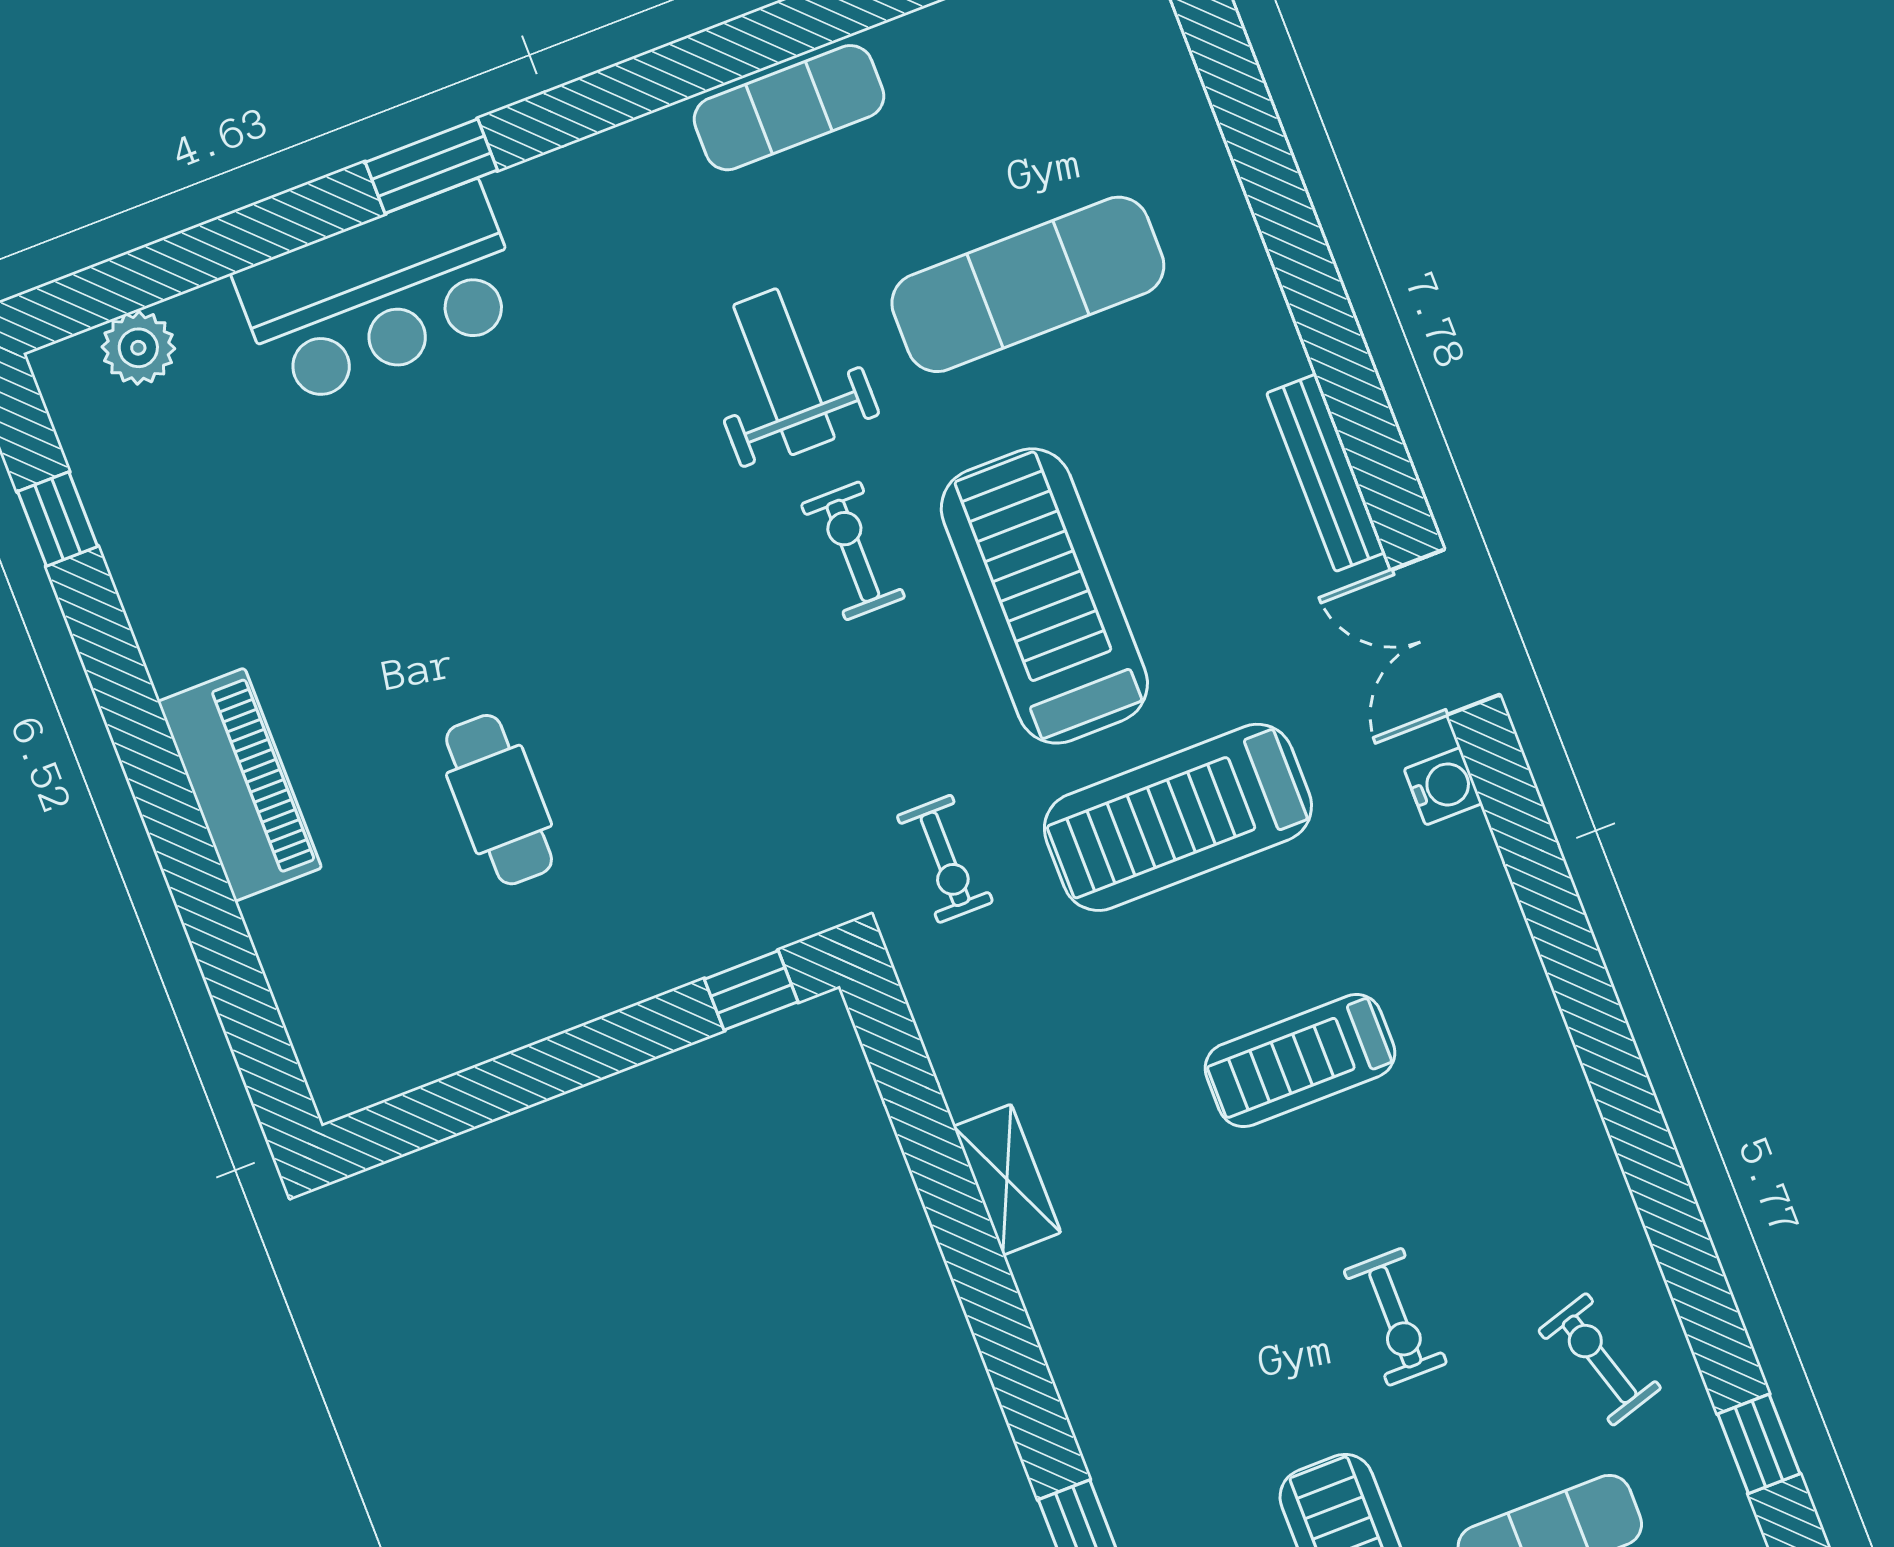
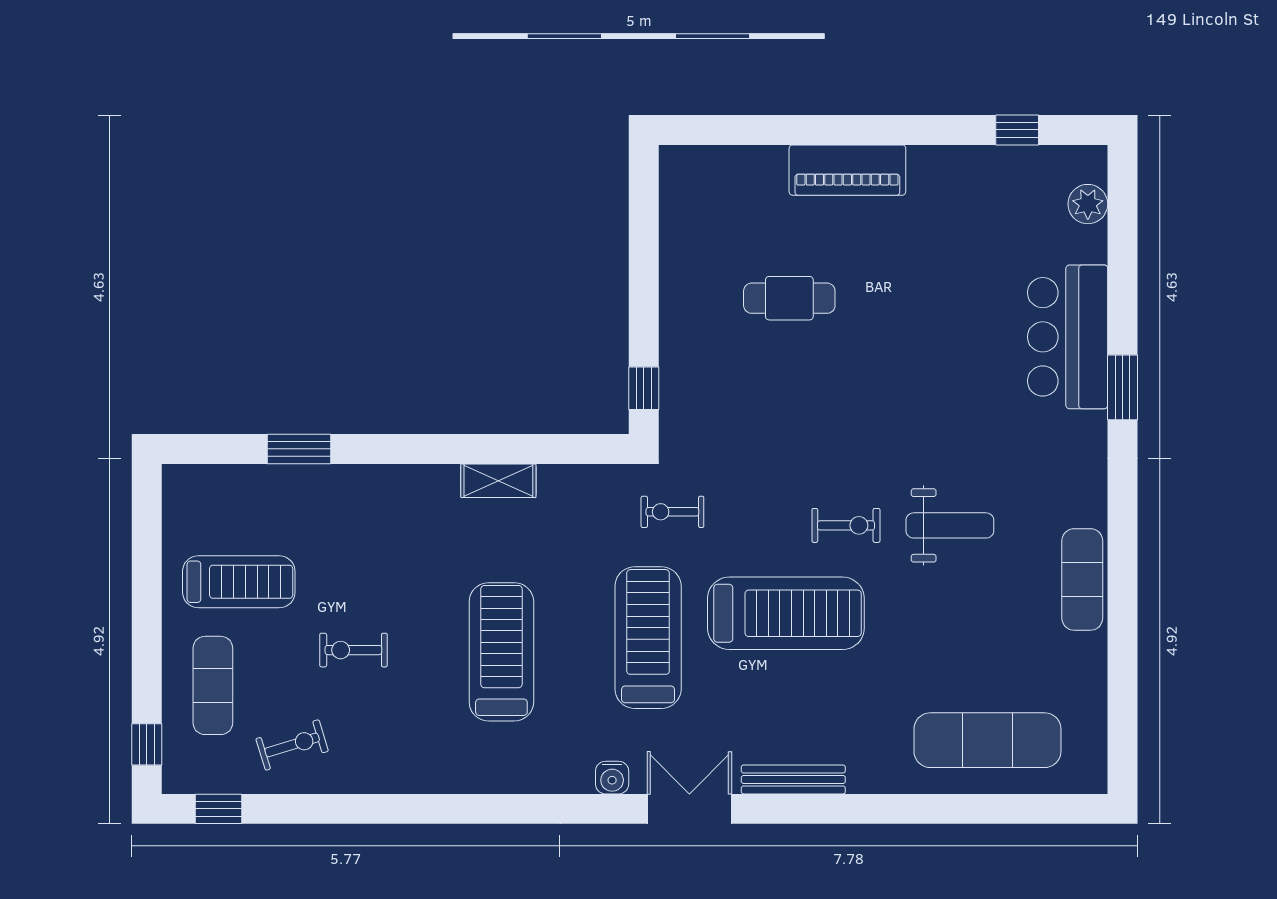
exercise mat: (1028, 284) -> (987, 740), moved, turned 90
treadmill: (1300, 1061) -> (501, 652), width x1.37, depth x1.38

